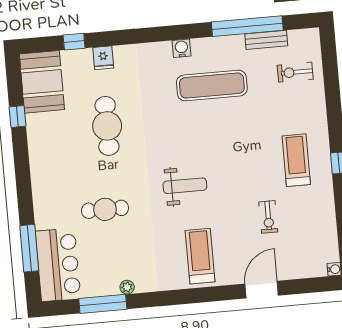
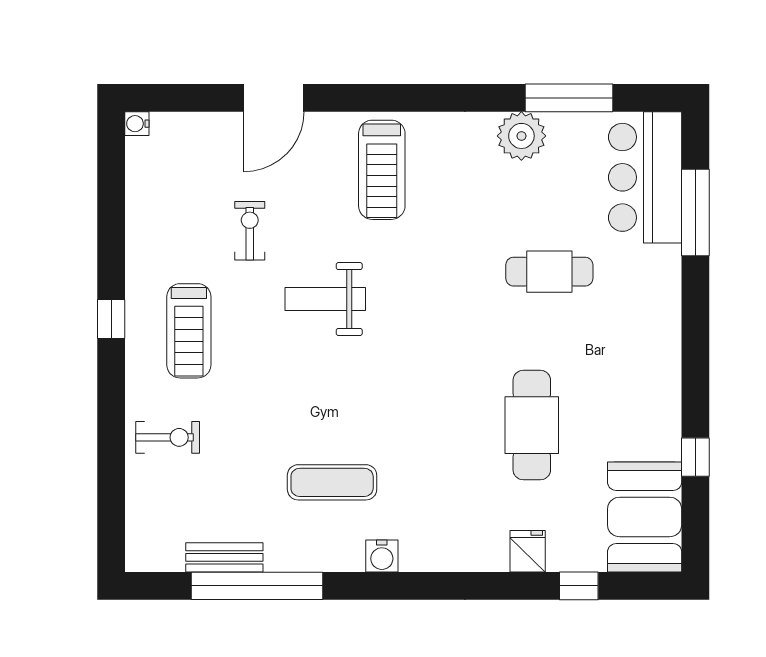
exercise bike: (295, 72) -> (168, 437), moved
exercise mat: (212, 85) -> (332, 482), width x0.73, depth x0.69
weight bench: (185, 186) -> (325, 299), moved
plant: (127, 287) -> (521, 136), width x1.87, depth x1.87

